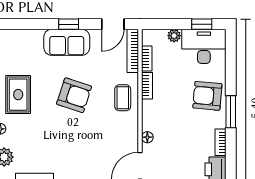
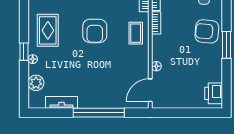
armchair: (74, 95) -> (95, 31), turned 72
bookcase: (220, 142) -> (218, 70), removed

